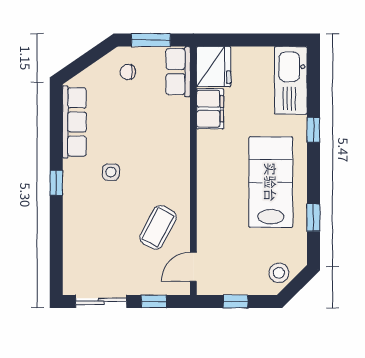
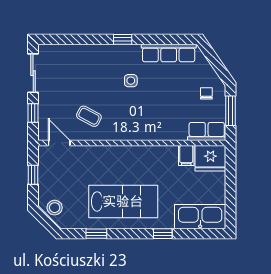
filing cabinet: (210, 109) -> (186, 156), width x0.50
coffee table: (158, 227) -> (89, 116), width x0.73, depth x0.77

